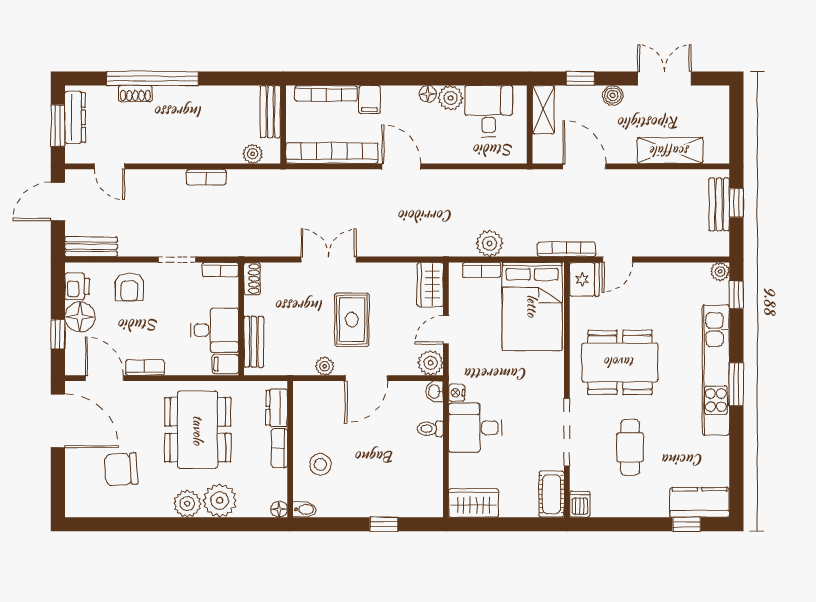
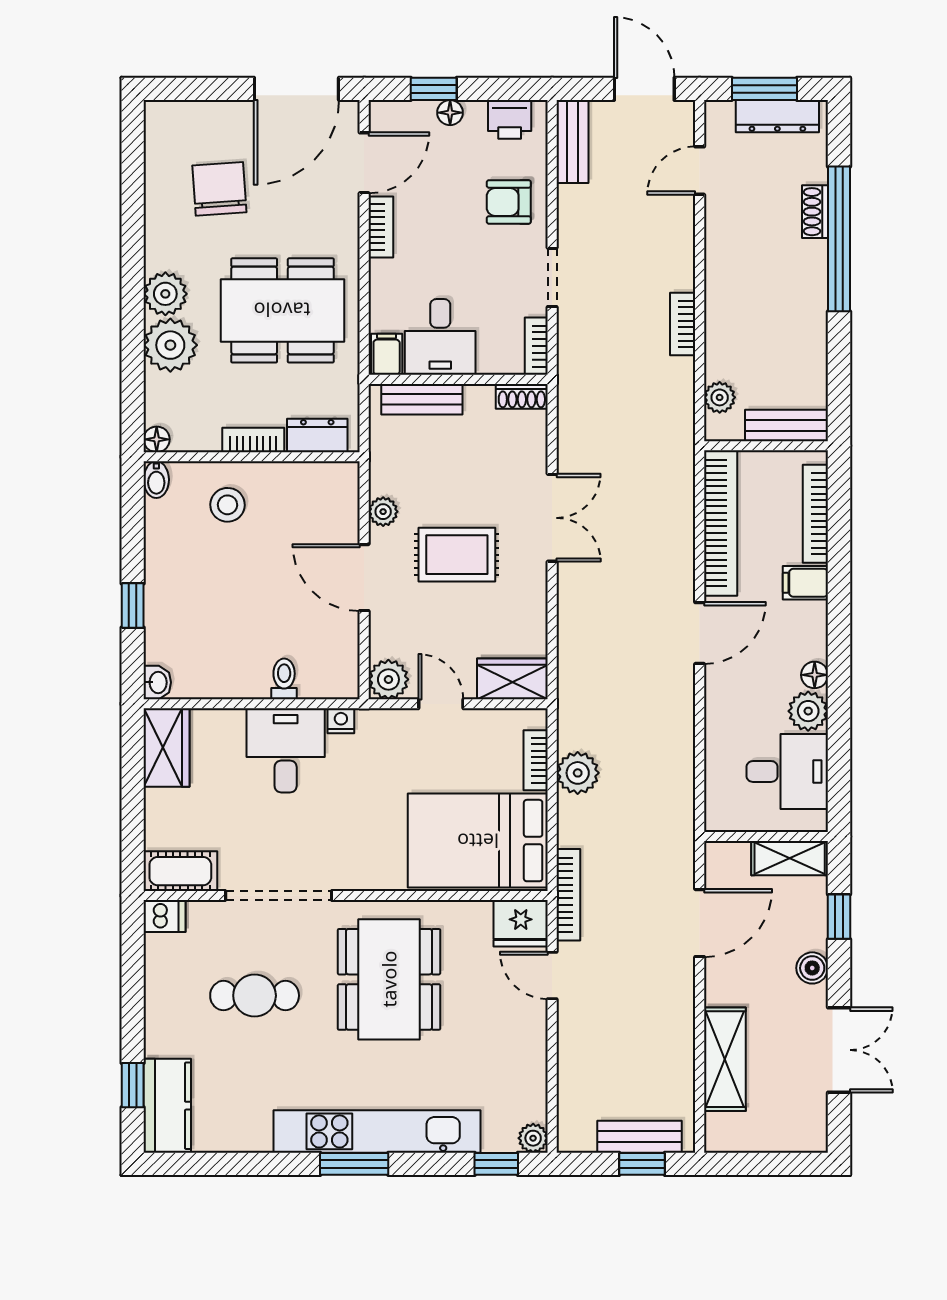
floor lamp: (80, 317) -> (450, 113), width x0.53, depth x0.53
washbasin: (435, 392) -> (157, 682), moved, turned 90

